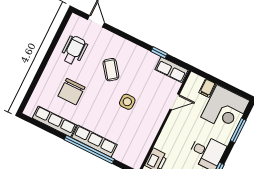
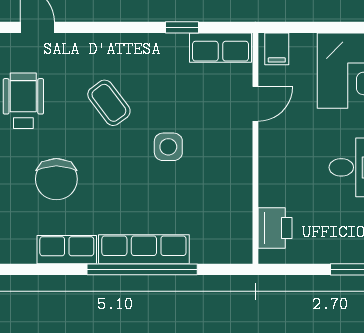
filing cabinet: (207, 88) -> (277, 49), moved
row of seats: (54, 122) -> (67, 250), width x0.68

